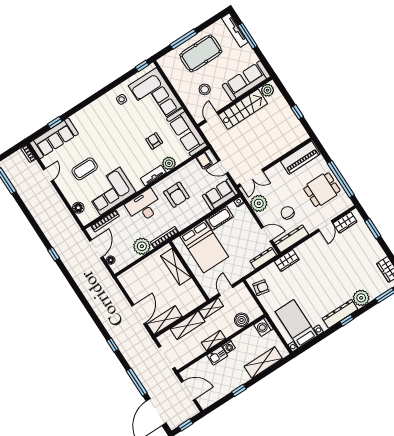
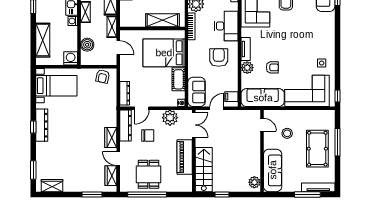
stairs: (243, 109) -> (204, 170), moved, turned 180
piano: (300, 158) -> (185, 157), moved
double door: (251, 178) -> (194, 125), swing flipped
armchair: (176, 195) -> (219, 57), turned 90
wardrobe: (287, 260) -> (111, 137), moved
plant: (361, 298) -> (43, 150), removed

